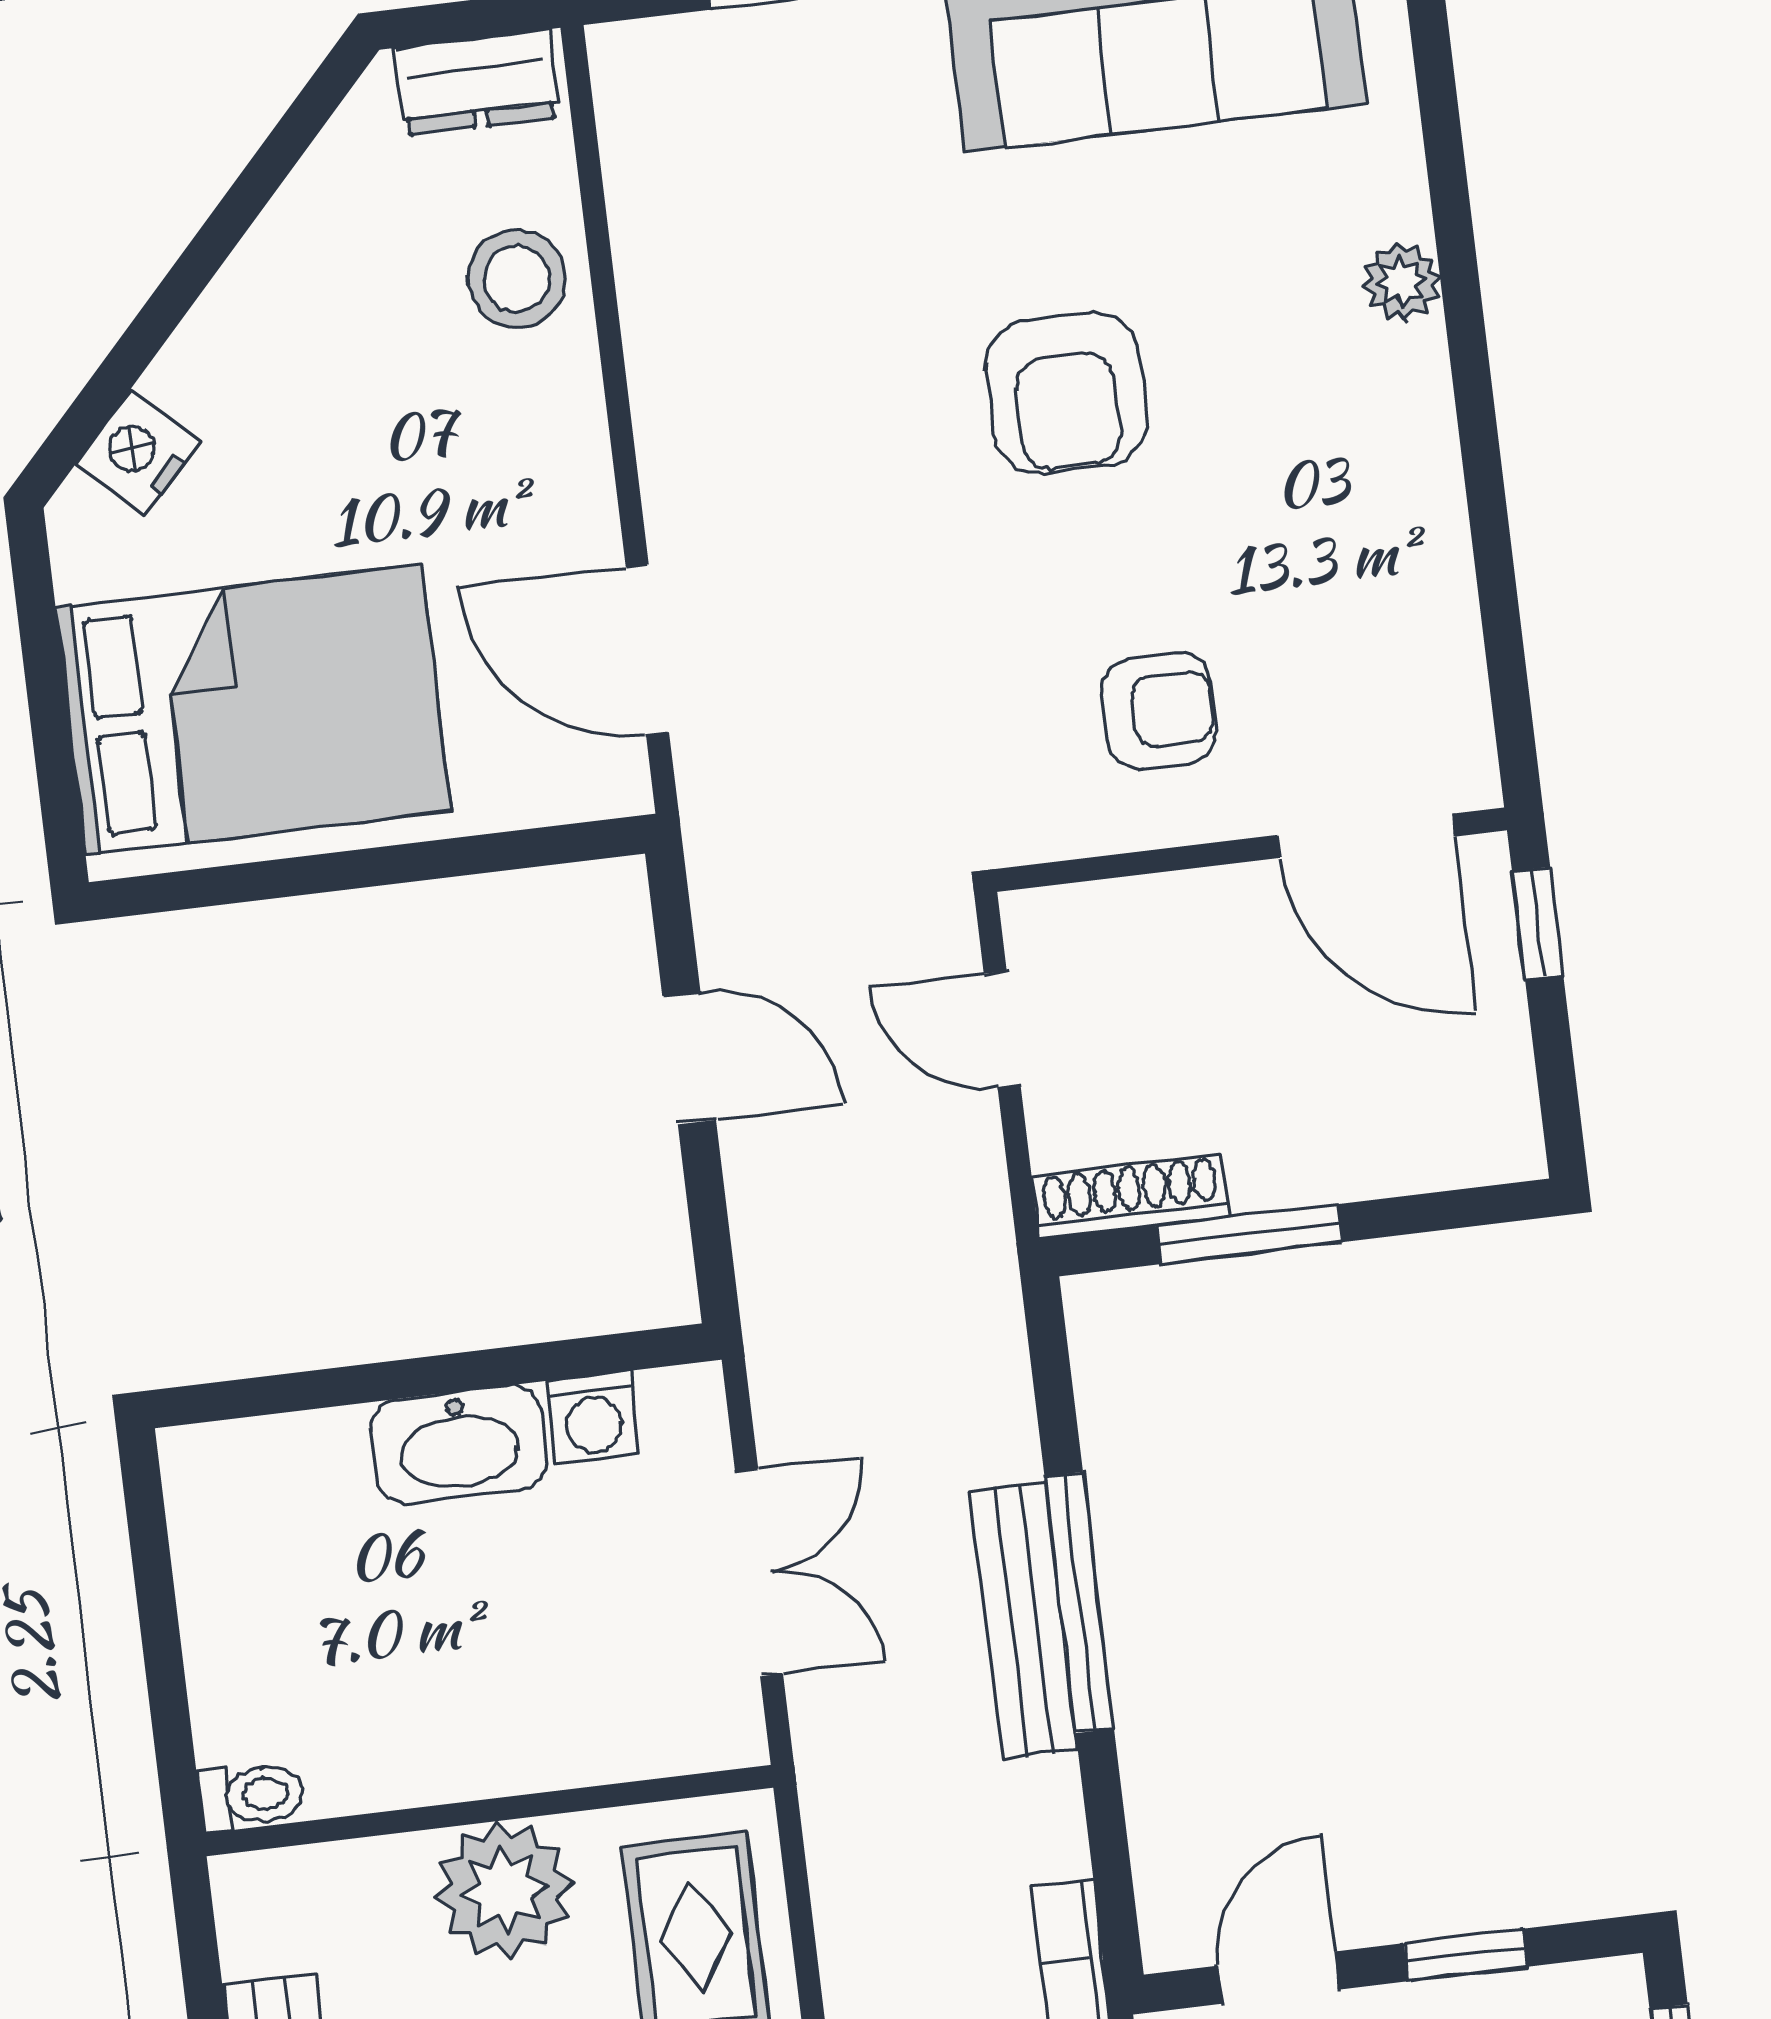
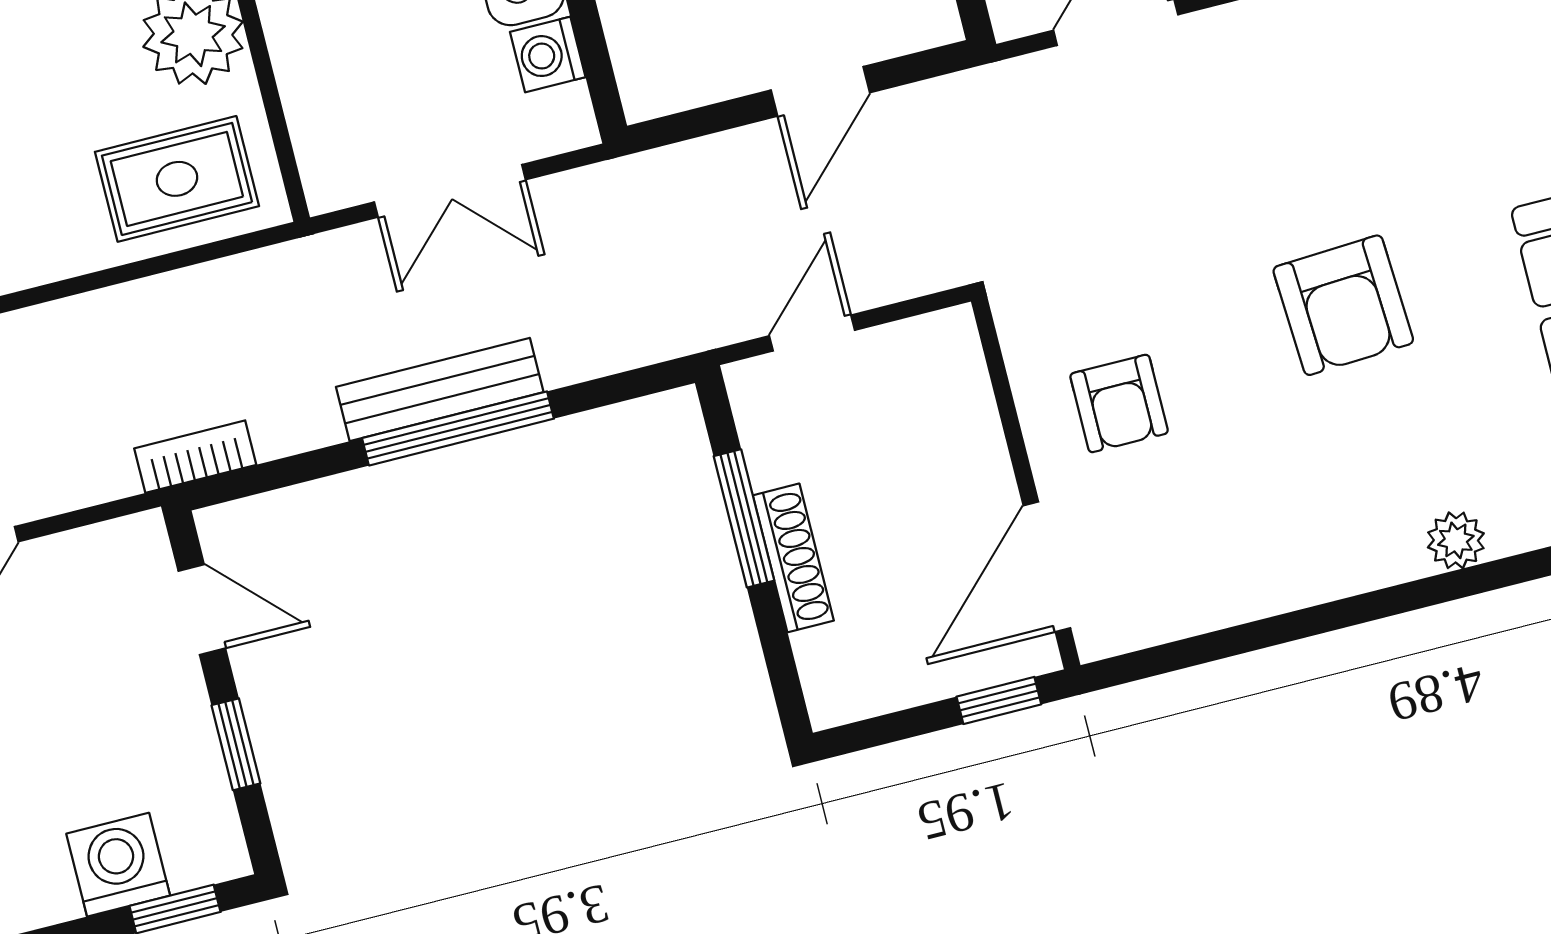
armchair: (1066, 393) -> (1343, 305), turned -93
door: (1002, 1029) -> (812, 333), moved
shoe rack: (1130, 1196) -> (793, 558), moved

